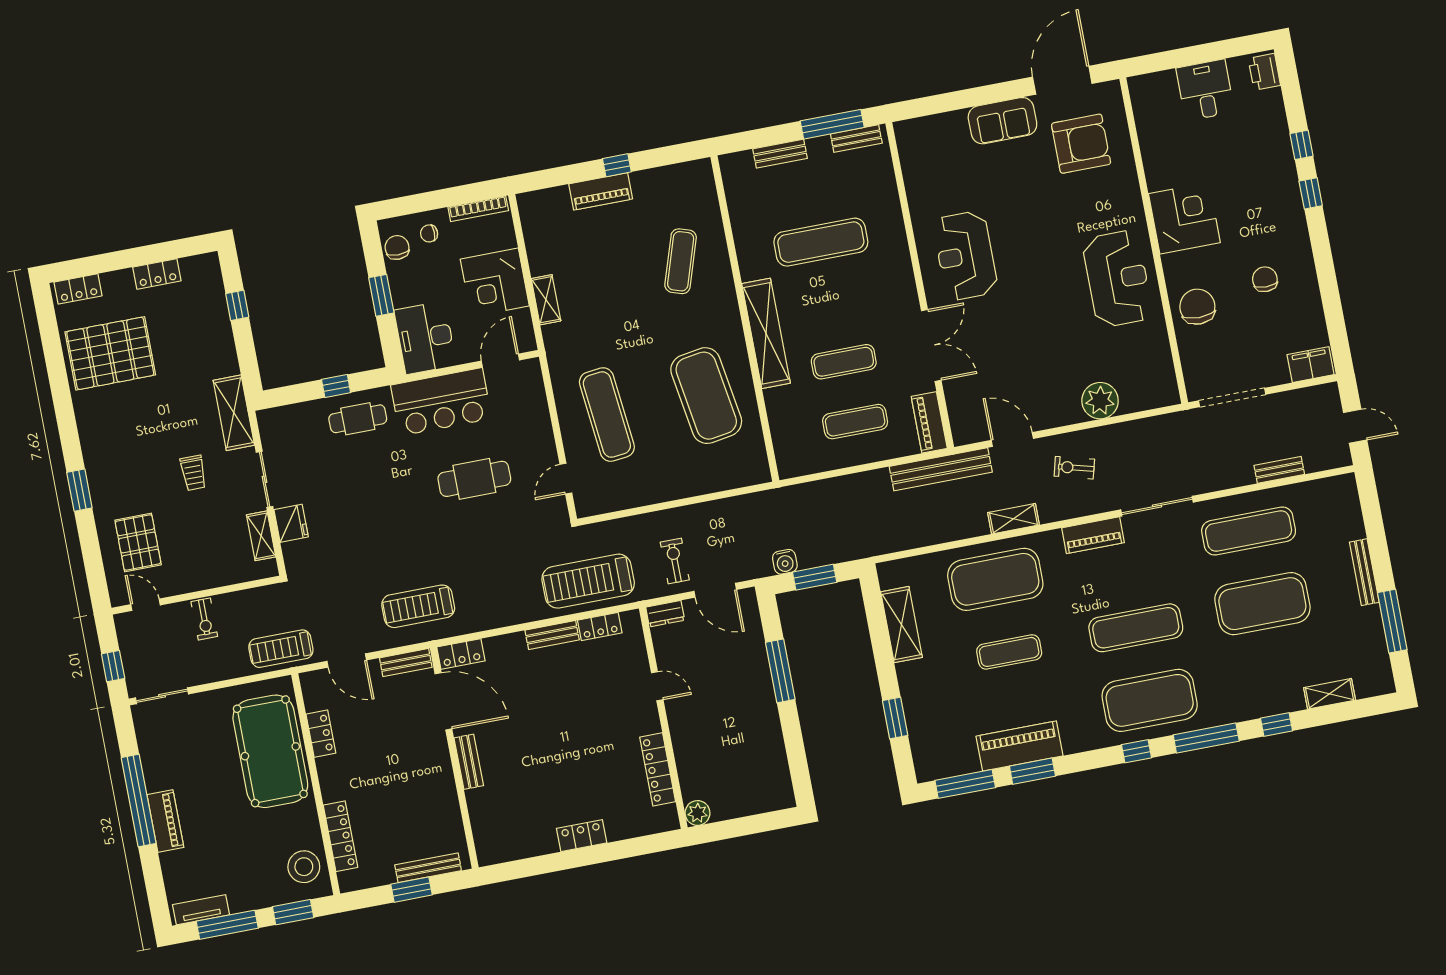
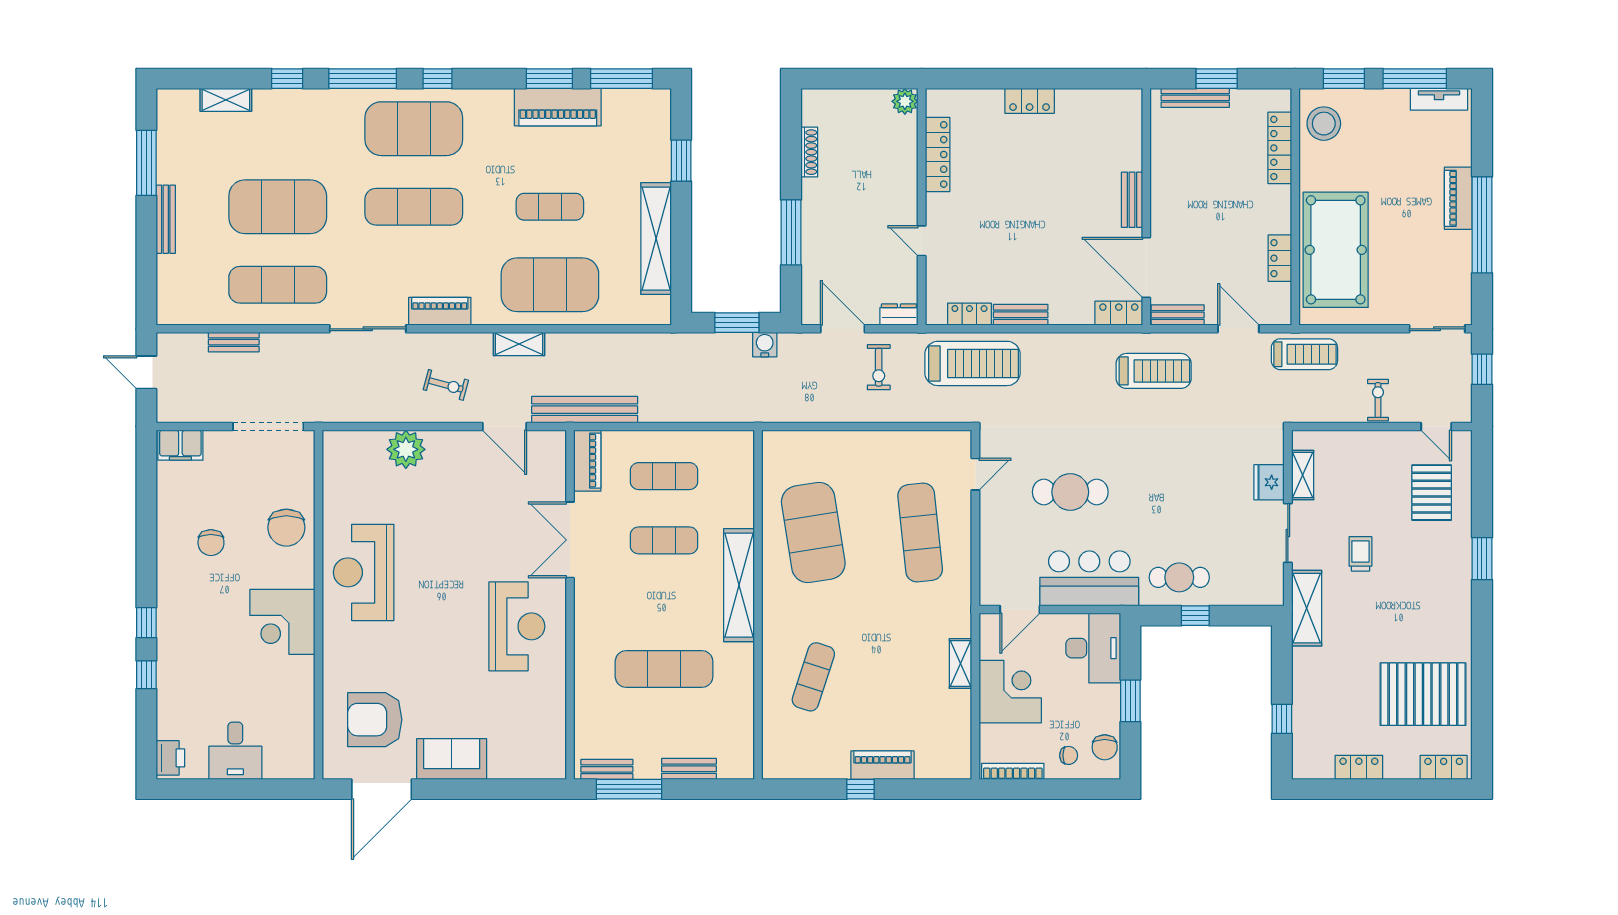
shelving: (901, 625) -> (656, 239), width x1.47
shoe rack: (778, 749) -> (809, 152), added

